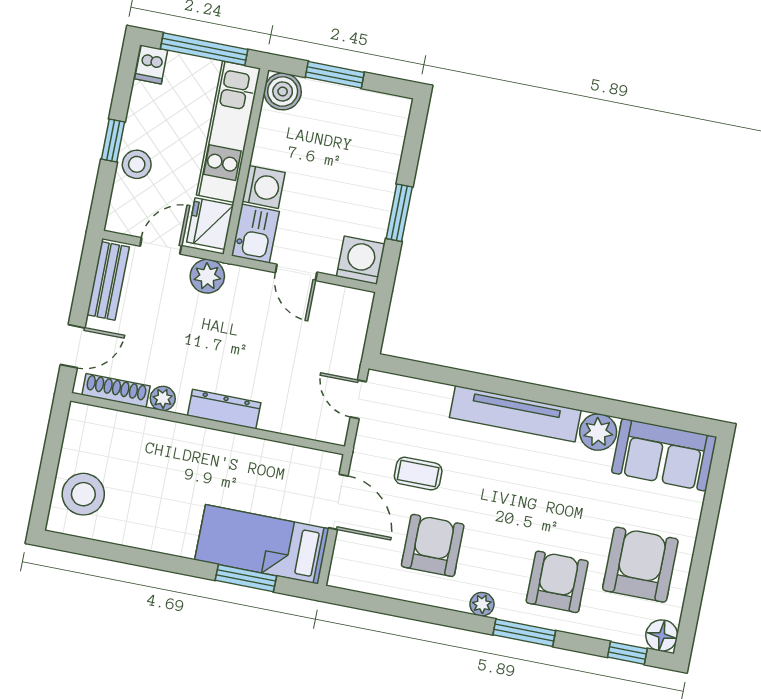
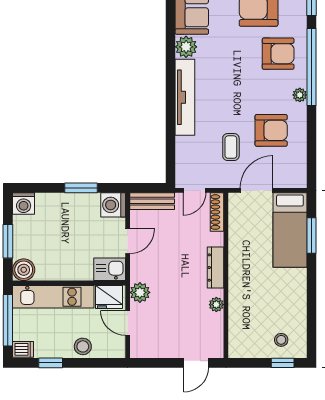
window: (113, 141) -> (51, 363), moved
washing machine: (264, 187) -> (24, 204), moved, turned 180
bench: (108, 281) -> (152, 201), moved
door: (73, 346) -> (196, 363), swing flipped
shoe rack: (116, 391) -> (217, 212), moved
window: (45, 489) -> (283, 363), added
stool: (83, 494) -> (281, 340), width x0.53, depth x0.53
armchair: (433, 545) -> (271, 130), turned 180
armchair: (557, 582) -> (278, 54), turned 180
window: (524, 633) -> (312, 67), width x2.11

